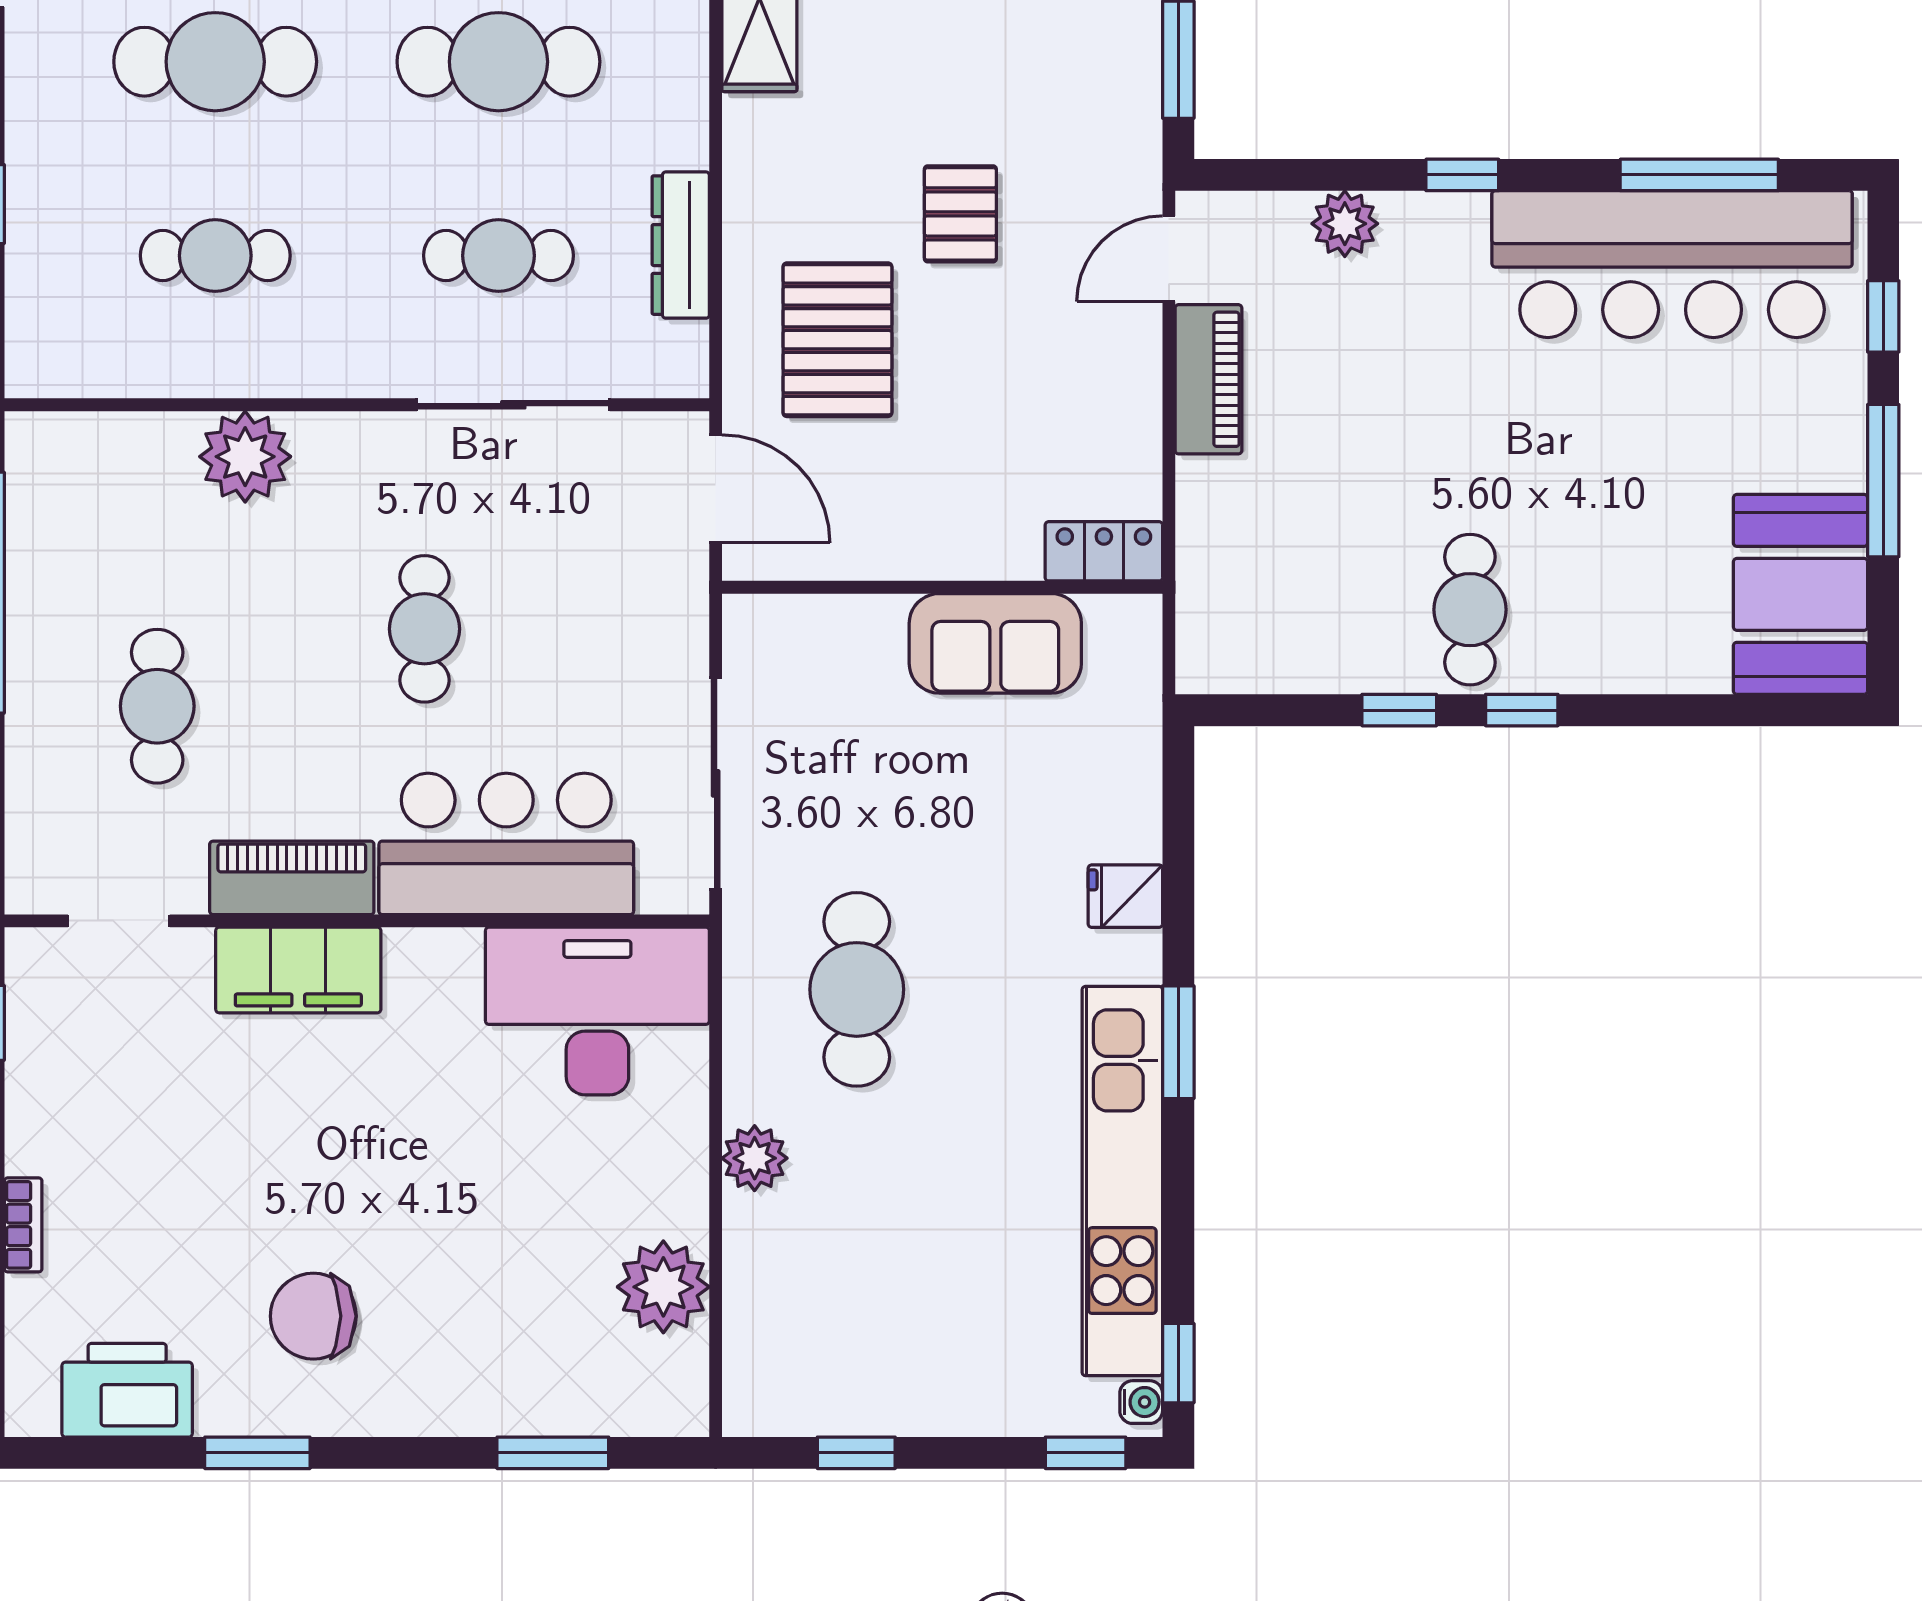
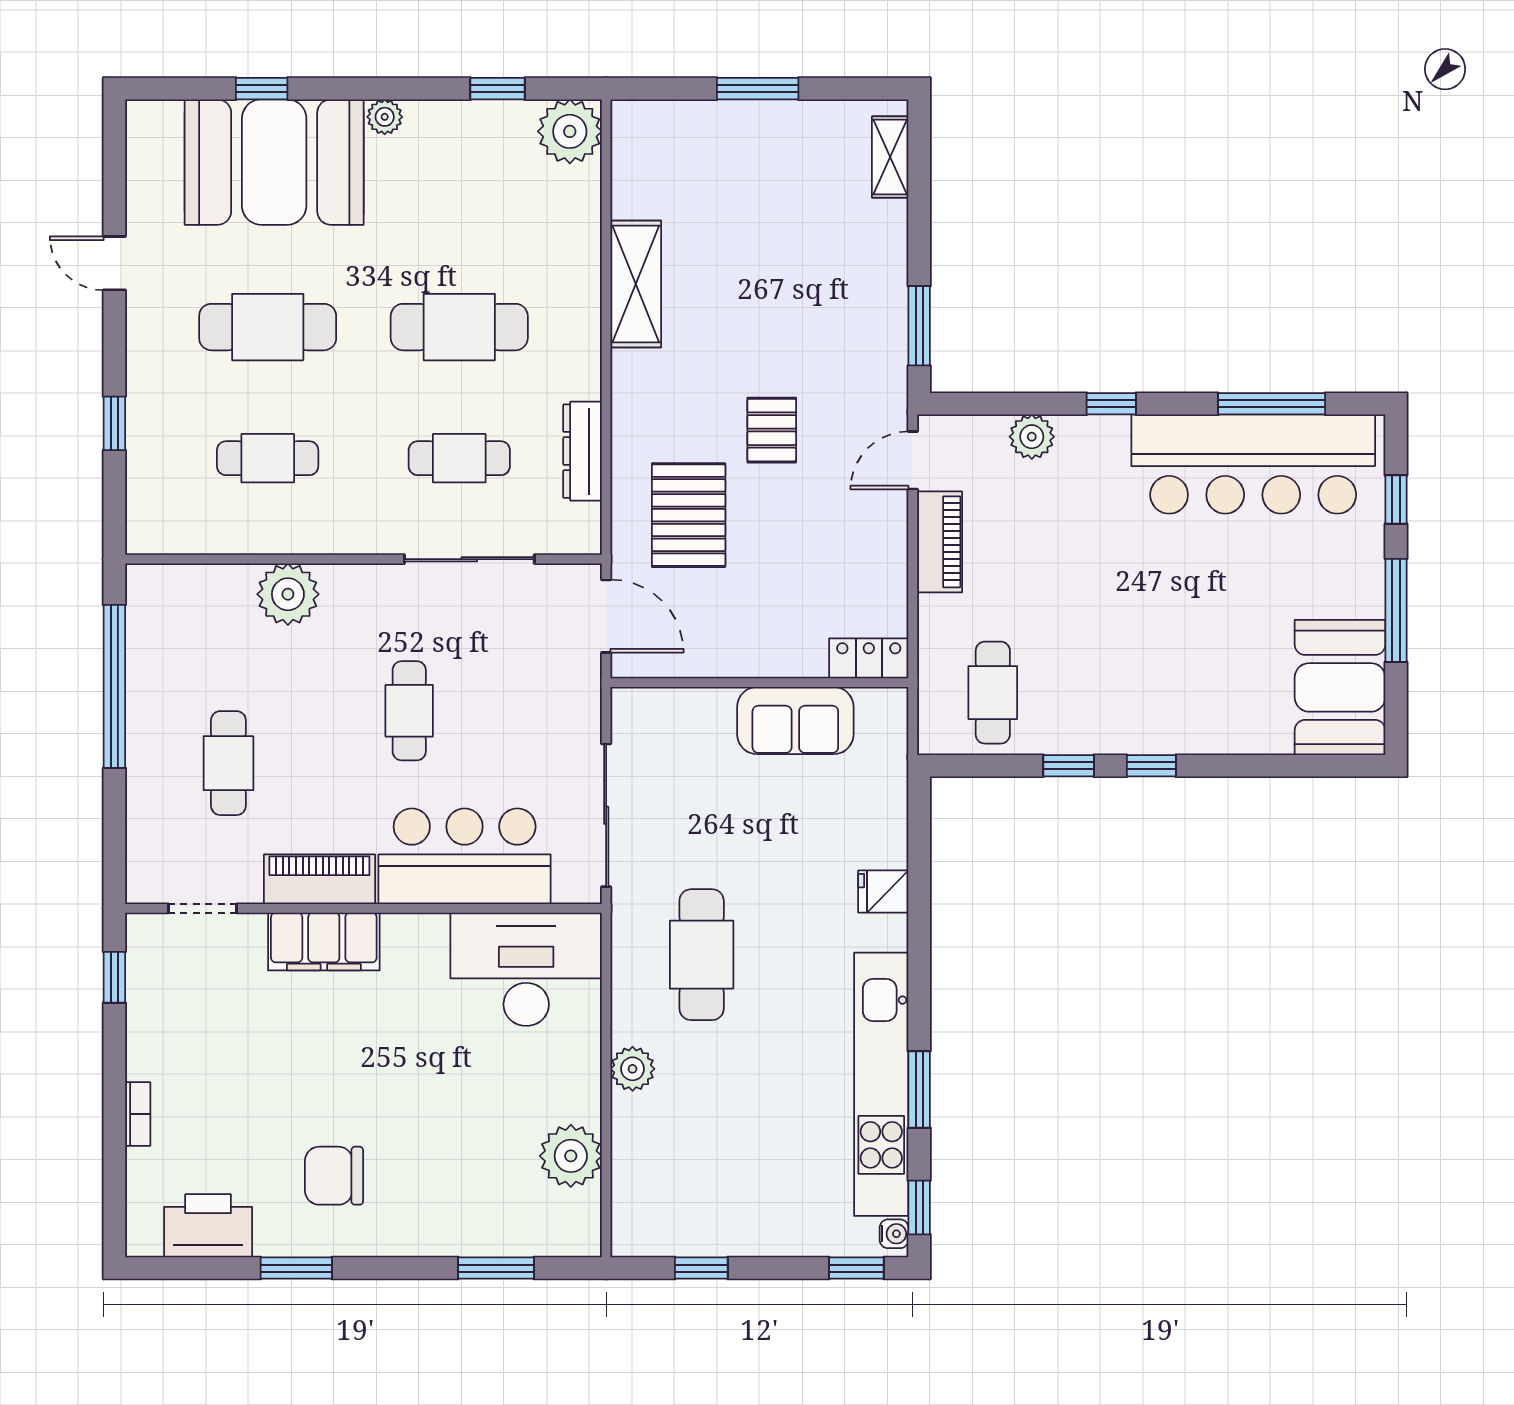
cafe table: (1470, 610) -> (993, 693), moved
window: (1178, 1042) -> (919, 1089), moved

